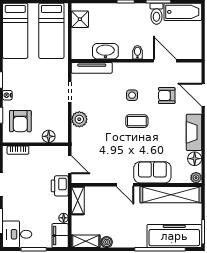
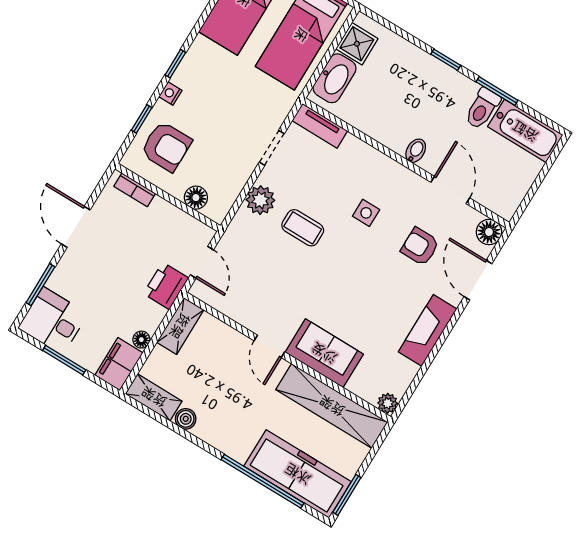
washbasin: (105, 51) -> (335, 78), moved, turned 90
tv unit: (92, 68) -> (320, 126), width x0.71
armchair: (20, 121) -> (166, 146), turned -90
coffee table: (137, 121) -> (303, 228), moved
floor lamp: (195, 159) -> (489, 232), moved

